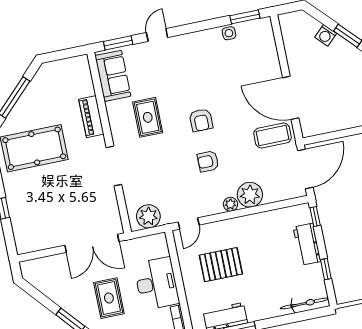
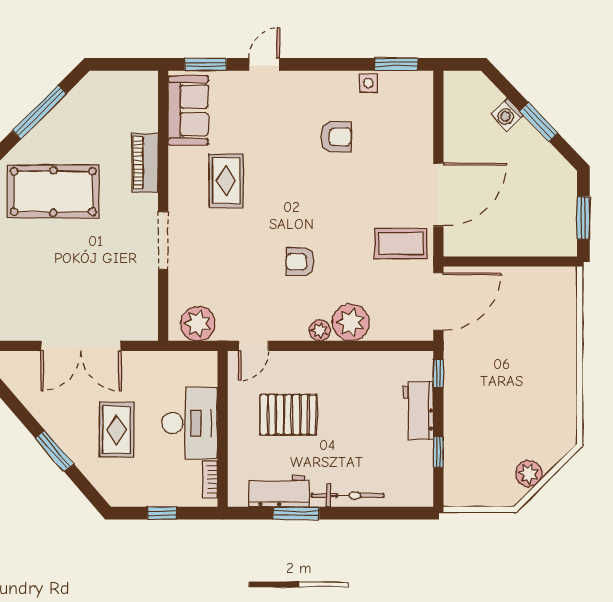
door: (291, 98) -> (438, 195), swing flipped
armchair: (201, 120) -> (336, 137), moved, turned -90
double door: (92, 243) -> (81, 346), moved
bicycle: (304, 303) -> (348, 495), moved

